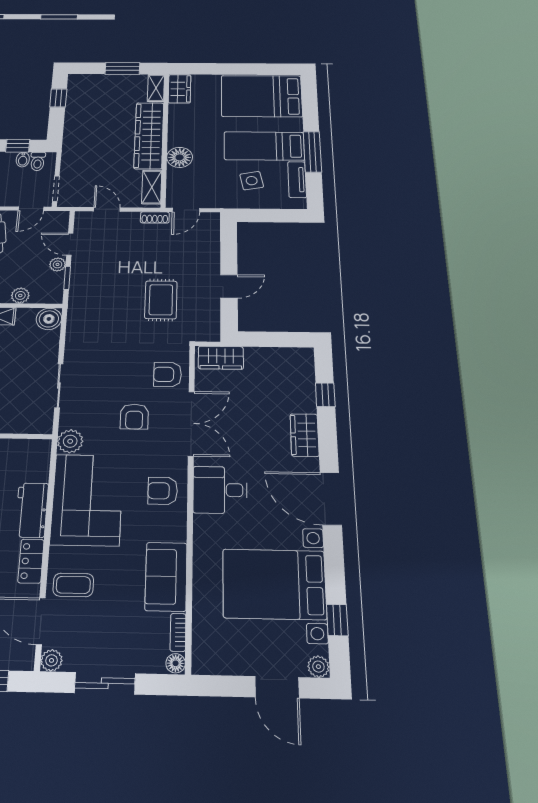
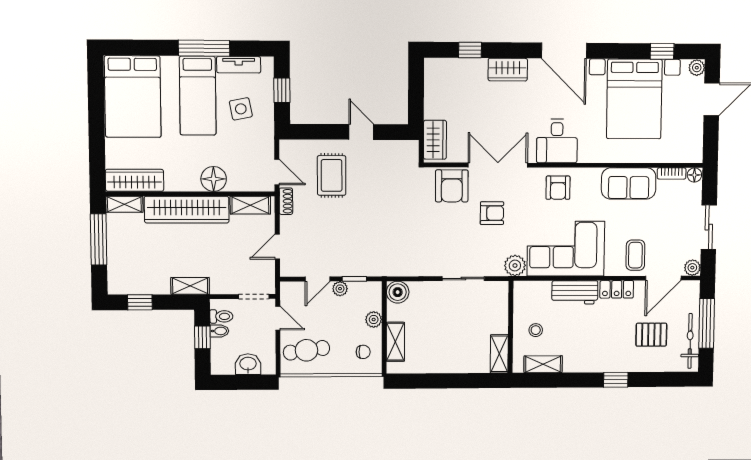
window: (122, 68) -> (99, 239), width x1.44
wardrobe: (180, 89) -> (134, 180), width x1.50
shelving: (71, 137) -> (190, 286), added
window: (272, 216) -> (282, 90), added
rug: (161, 300) -> (332, 175), moved, turned 90
armchair: (168, 374) -> (452, 186), width x1.38, depth x1.38
door: (331, 499) -> (564, 51), hinge flipped

